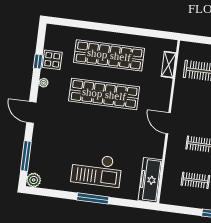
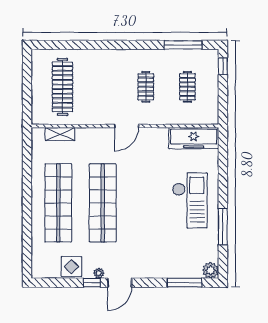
window: (38, 62) -> (92, 283), moved
door: (31, 112) -> (120, 283), moved
window: (93, 198) -> (223, 227), moved

